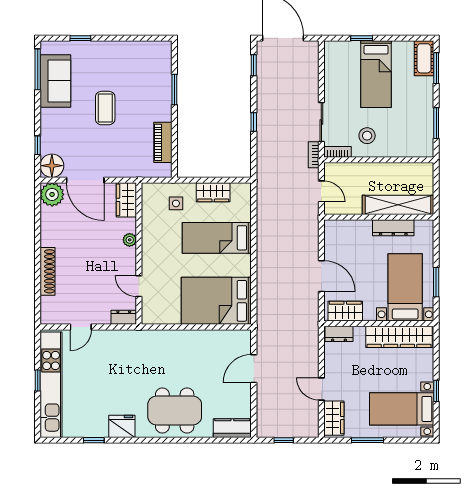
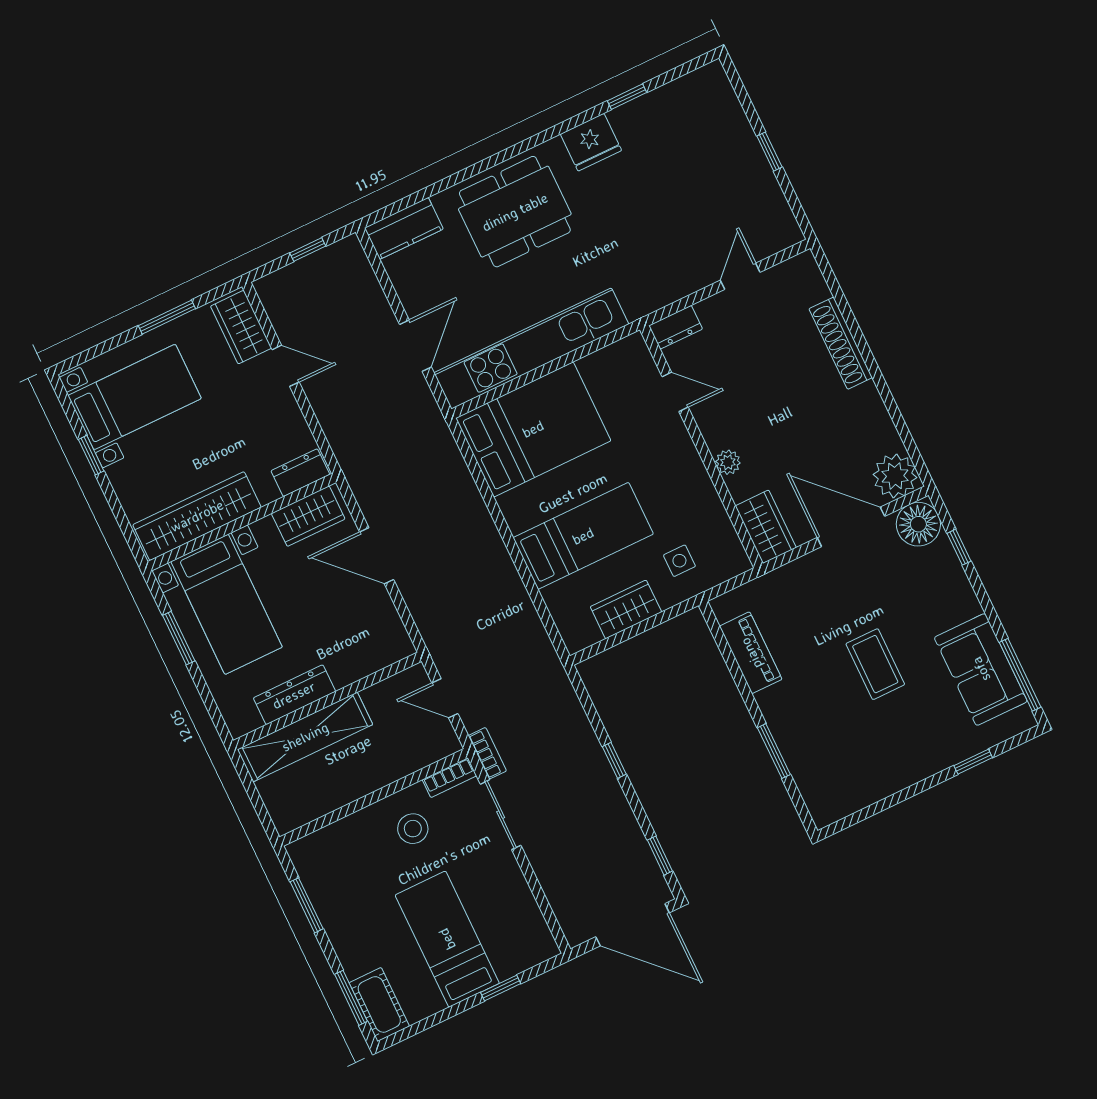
kitchen unit: (51, 385) -> (531, 349), moved, turned 90

